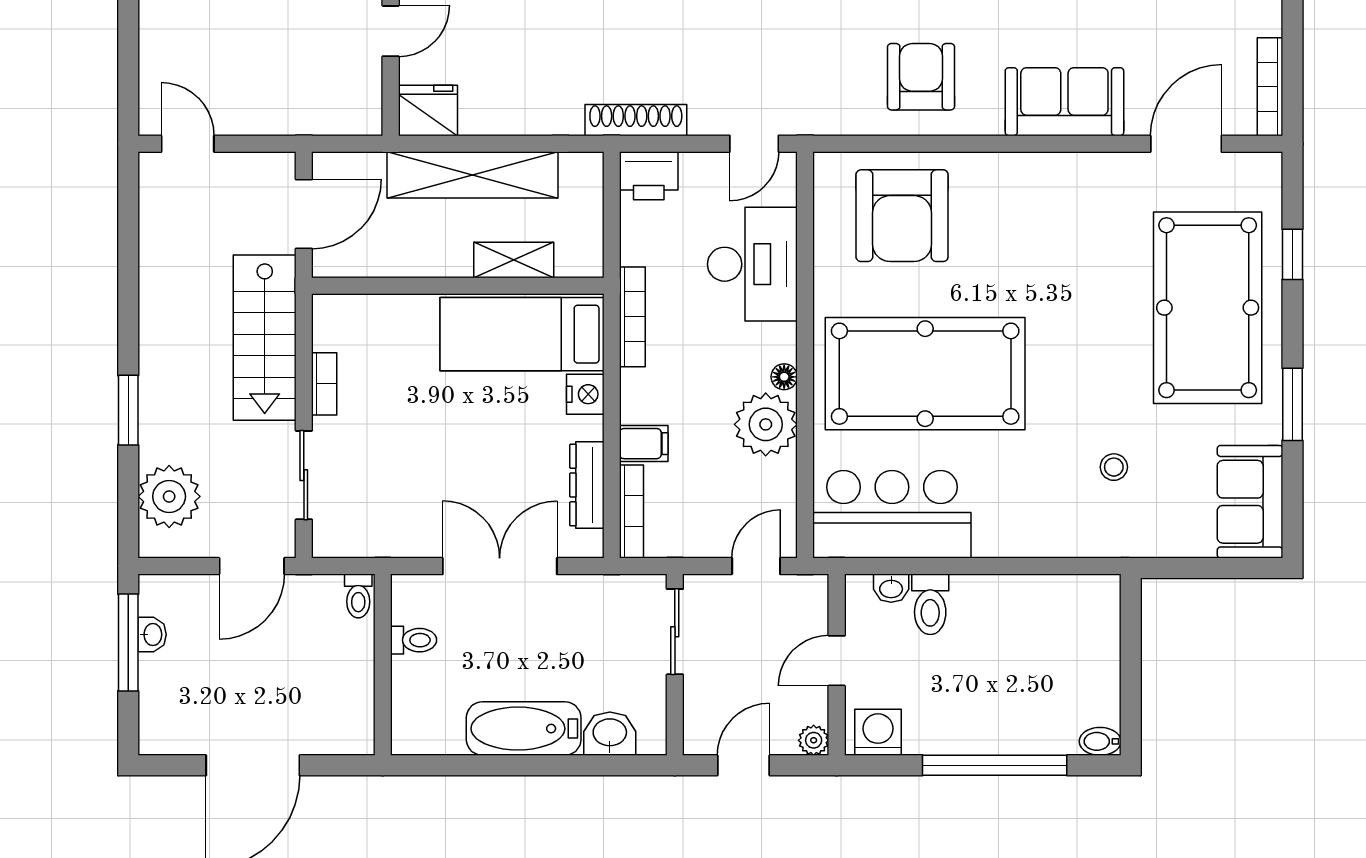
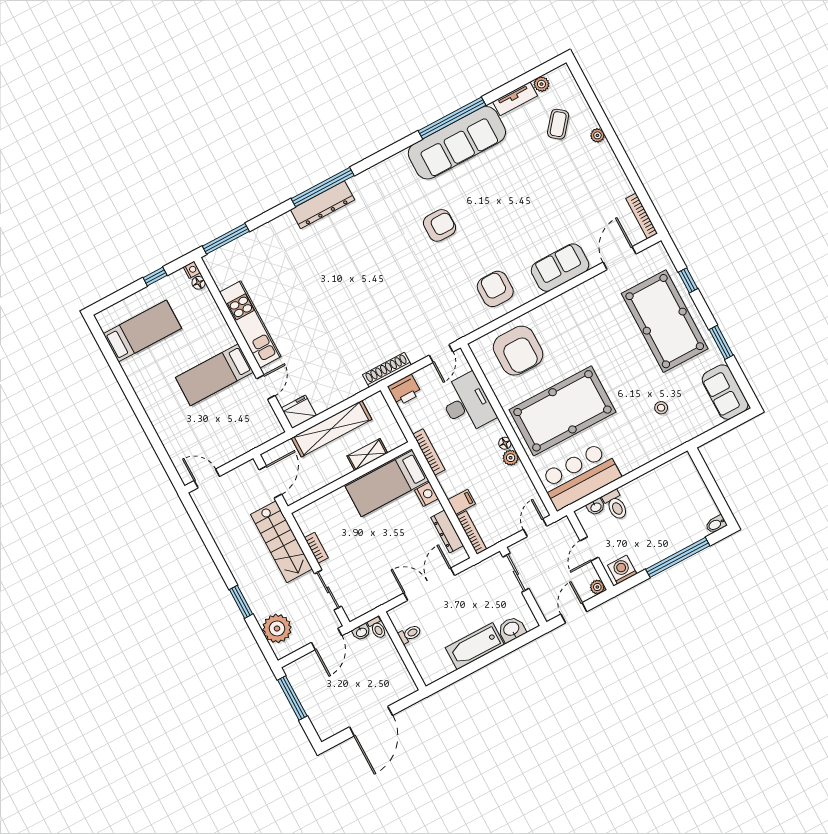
plant: (766, 424) -> (511, 458), width x0.53, depth x0.53
washbasin: (152, 635) -> (361, 632), moved, turned 90

